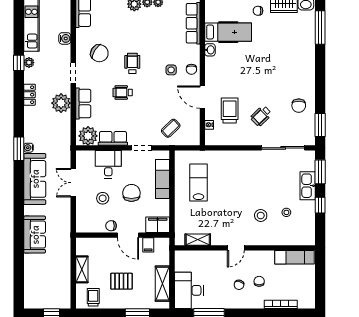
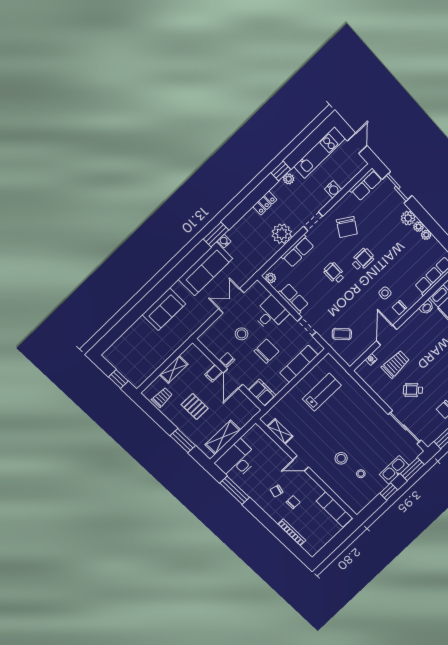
plant: (88, 136) -> (271, 278), width x0.53, depth x0.53
filing cabinet: (148, 245) -> (214, 373), moved

